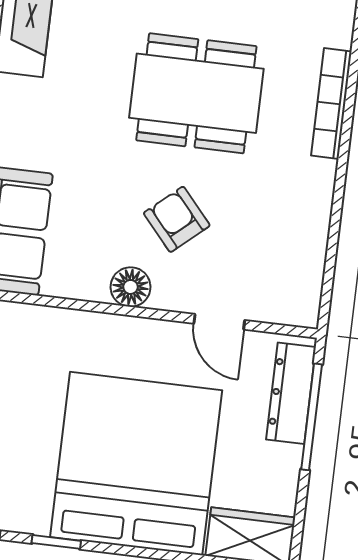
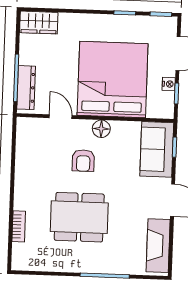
bookcase: (331, 103) -> (19, 226), width x0.64
armchair: (177, 219) -> (83, 161), turned 41
bed: (136, 464) -> (113, 80), moved, turned 180

